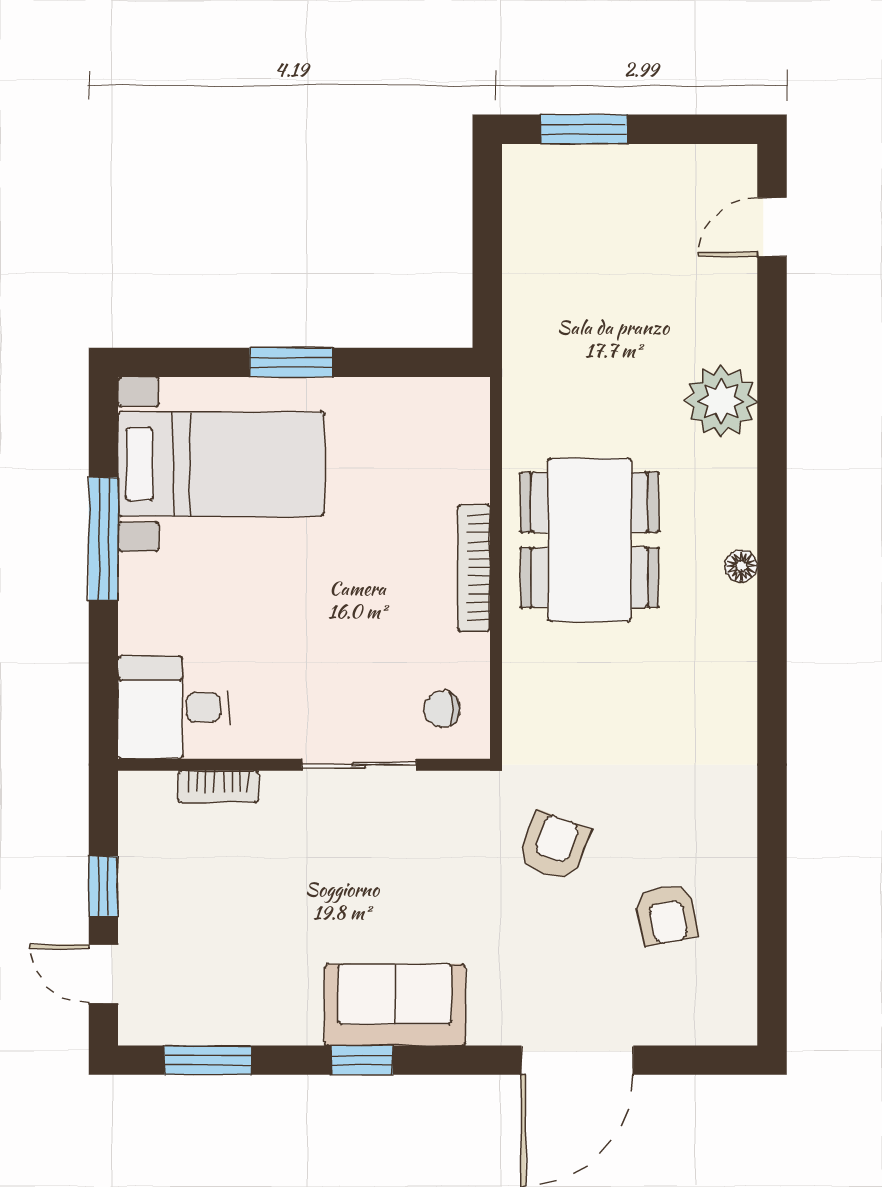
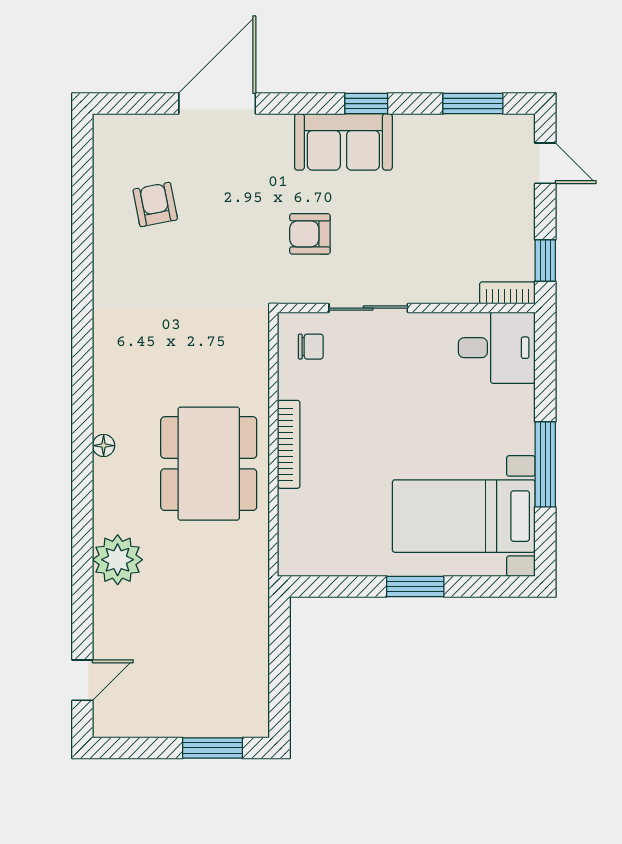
bookcase: (218, 787) -> (507, 293), moved
armchair: (554, 846) -> (310, 234), moved, turned 69
window: (103, 886) -> (545, 260), moved

